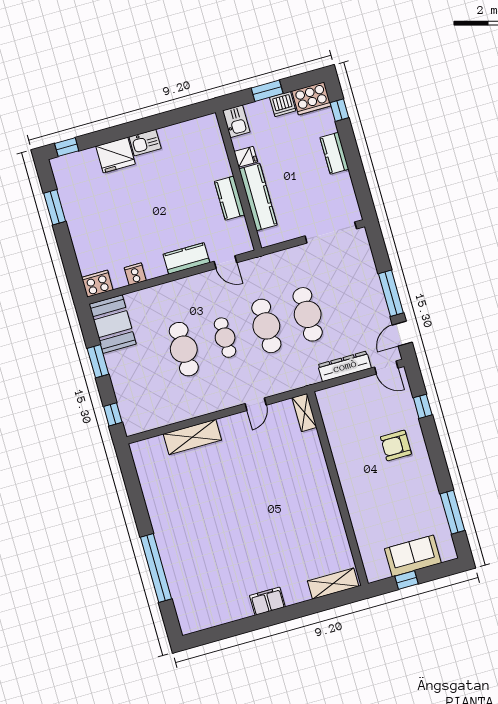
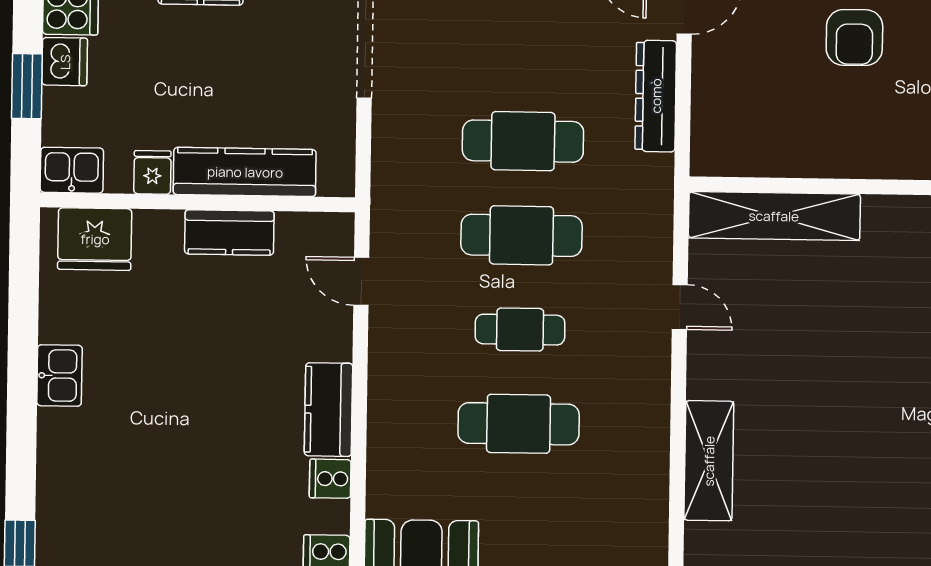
fridge: (115, 155) -> (95, 239), moved, turned 90
kitchen counter: (186, 258) -> (328, 410), moved
door: (225, 262) -> (361, 281), swing flipped
shelving: (304, 413) -> (774, 216), width x2.20, depth x1.33

